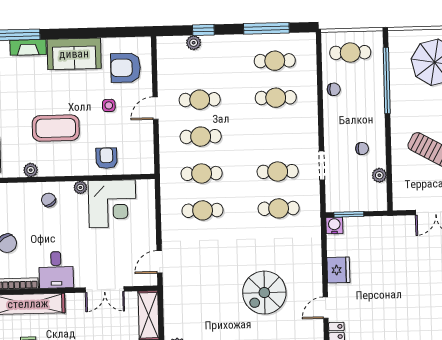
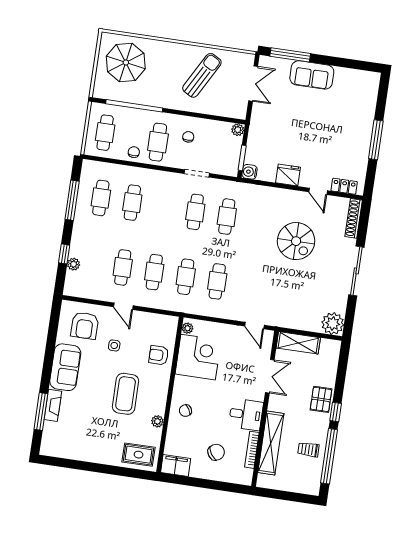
cafe table: (350, 115) -> (158, 142), added
plant: (379, 175) -> (238, 130), moved
plant: (80, 187) -> (188, 328), moved

